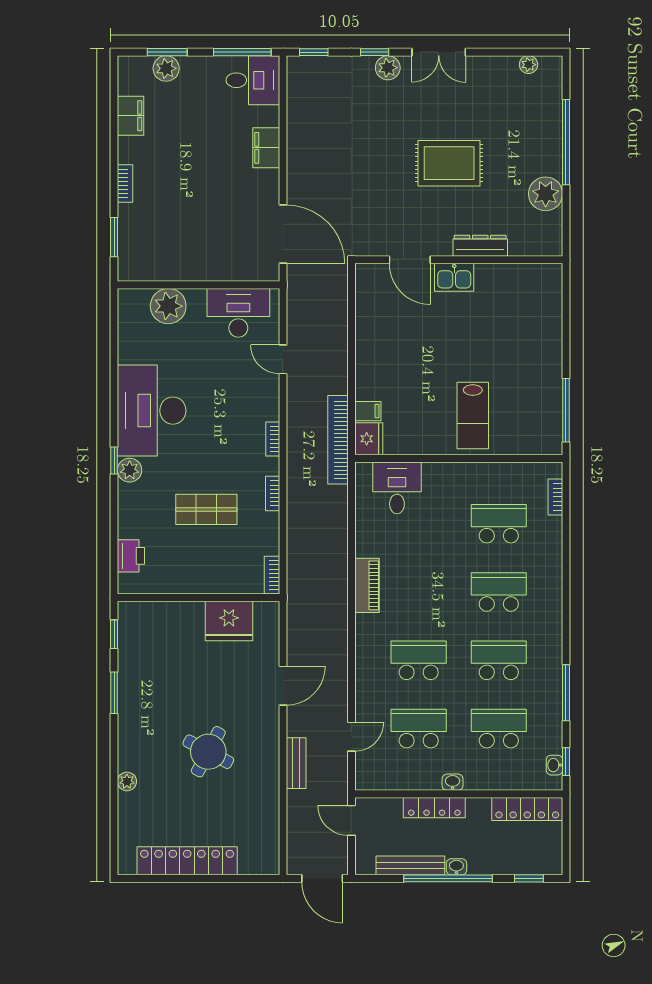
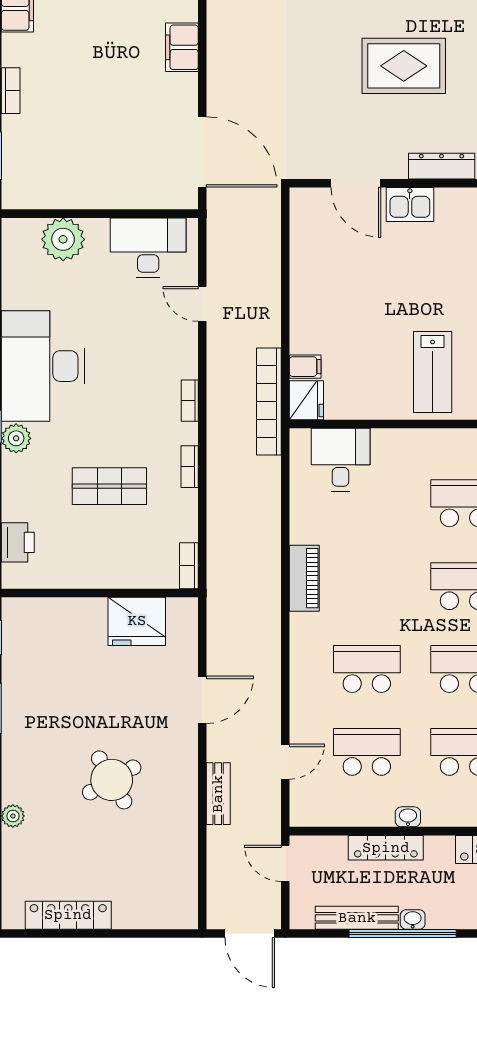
round table: (208, 752) -> (112, 780), turned 32
locker: (187, 861) -> (68, 915), width x0.71, depth x0.83

